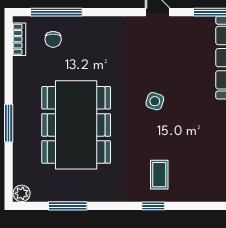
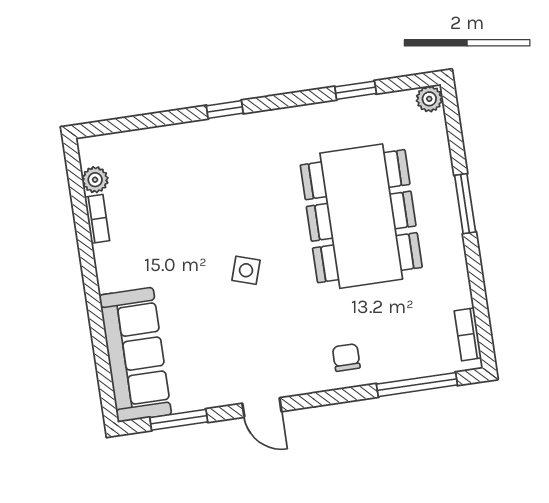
chair: (53, 39) -> (346, 357), moved
coffee table: (159, 175) -> (223, 159), removed
window: (68, 206) -> (356, 90), width x0.67

